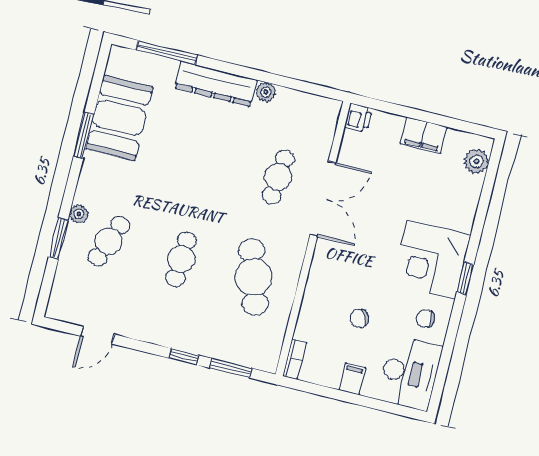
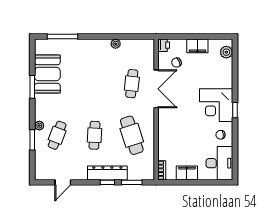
dresser: (216, 84) -> (107, 173), moved, turned 180
chair: (359, 319) -> (176, 63), moved
filing cabinet: (352, 379) -> (187, 173), width x2.00

